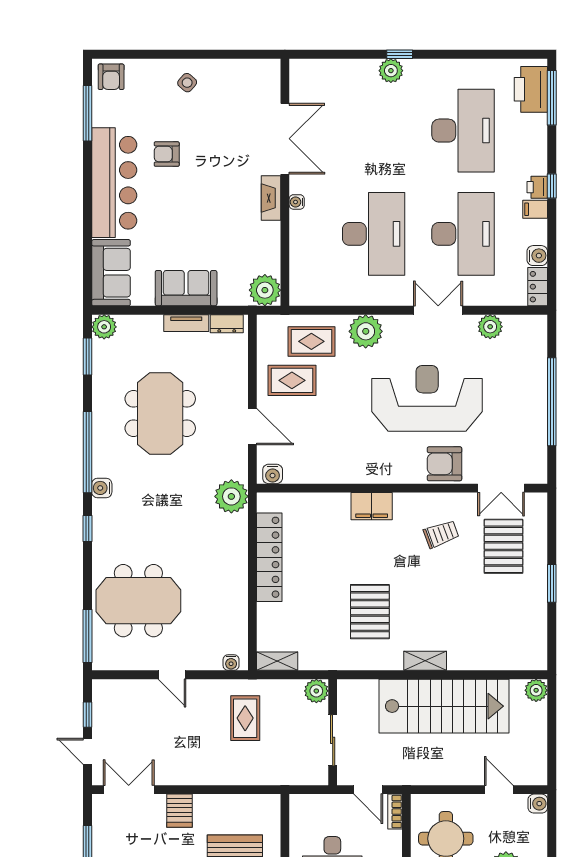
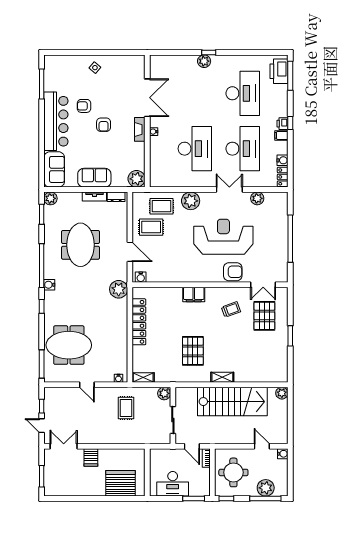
armchair: (111, 77) -> (104, 125), moved
armchair: (445, 464) -> (233, 272), turned 180

